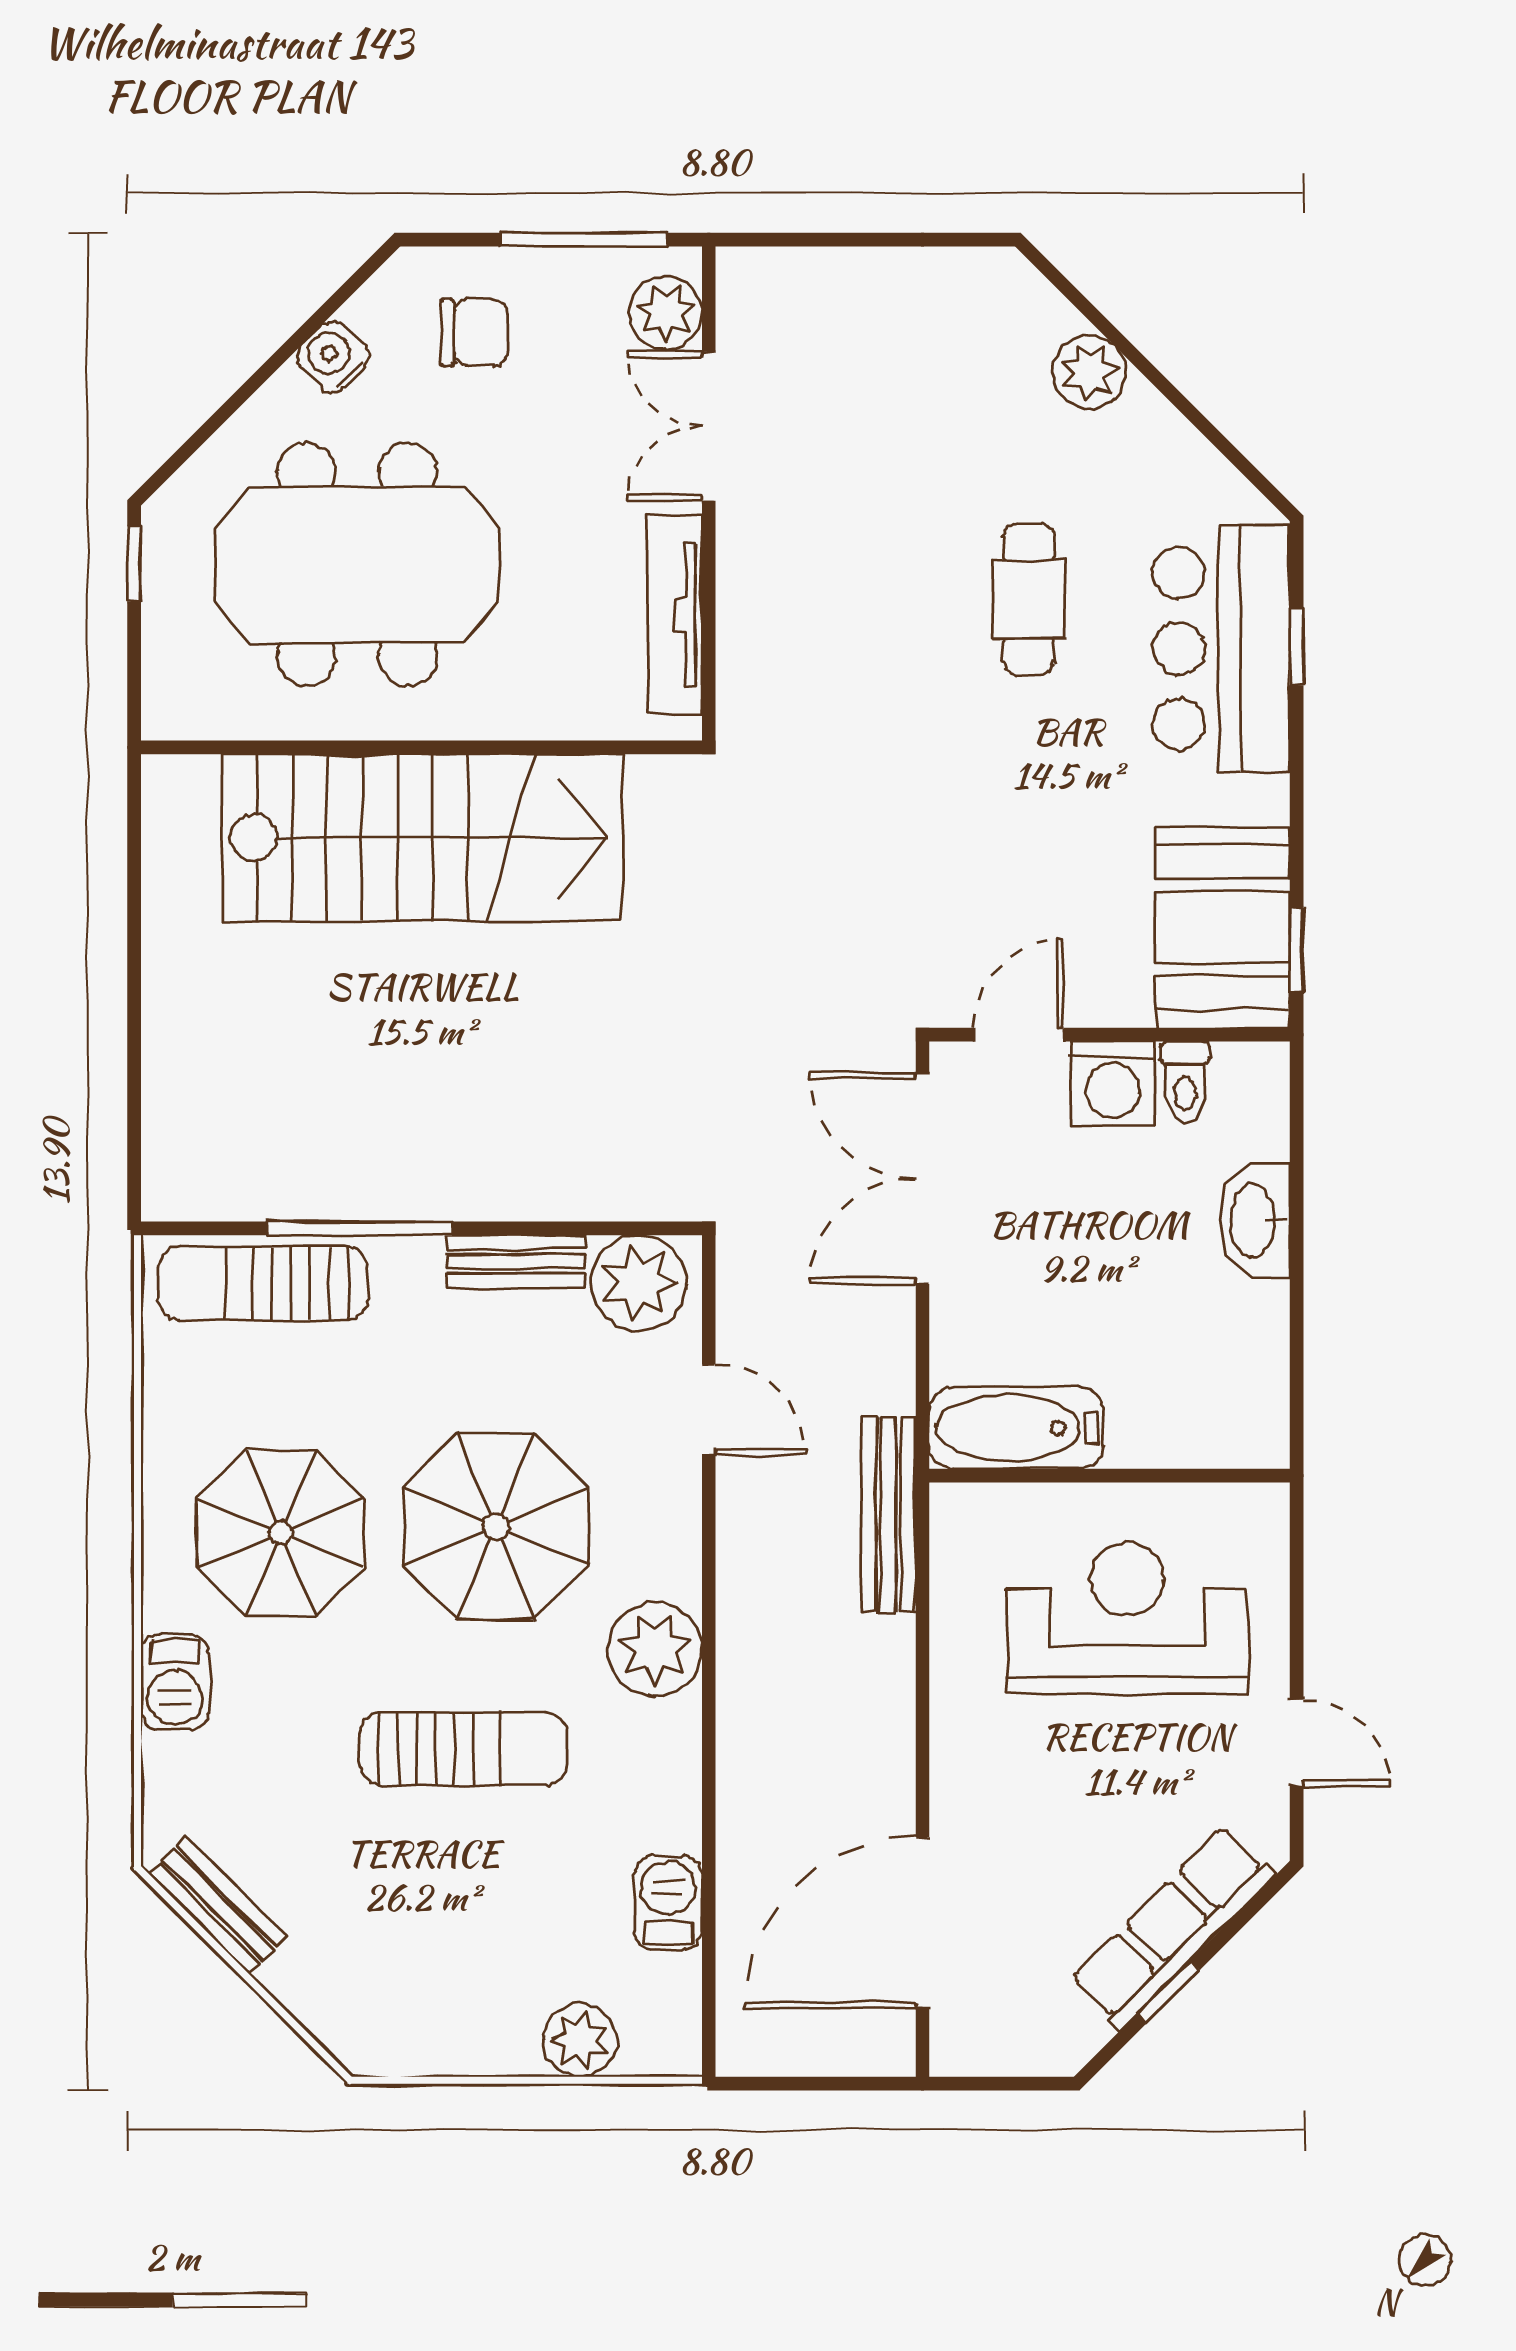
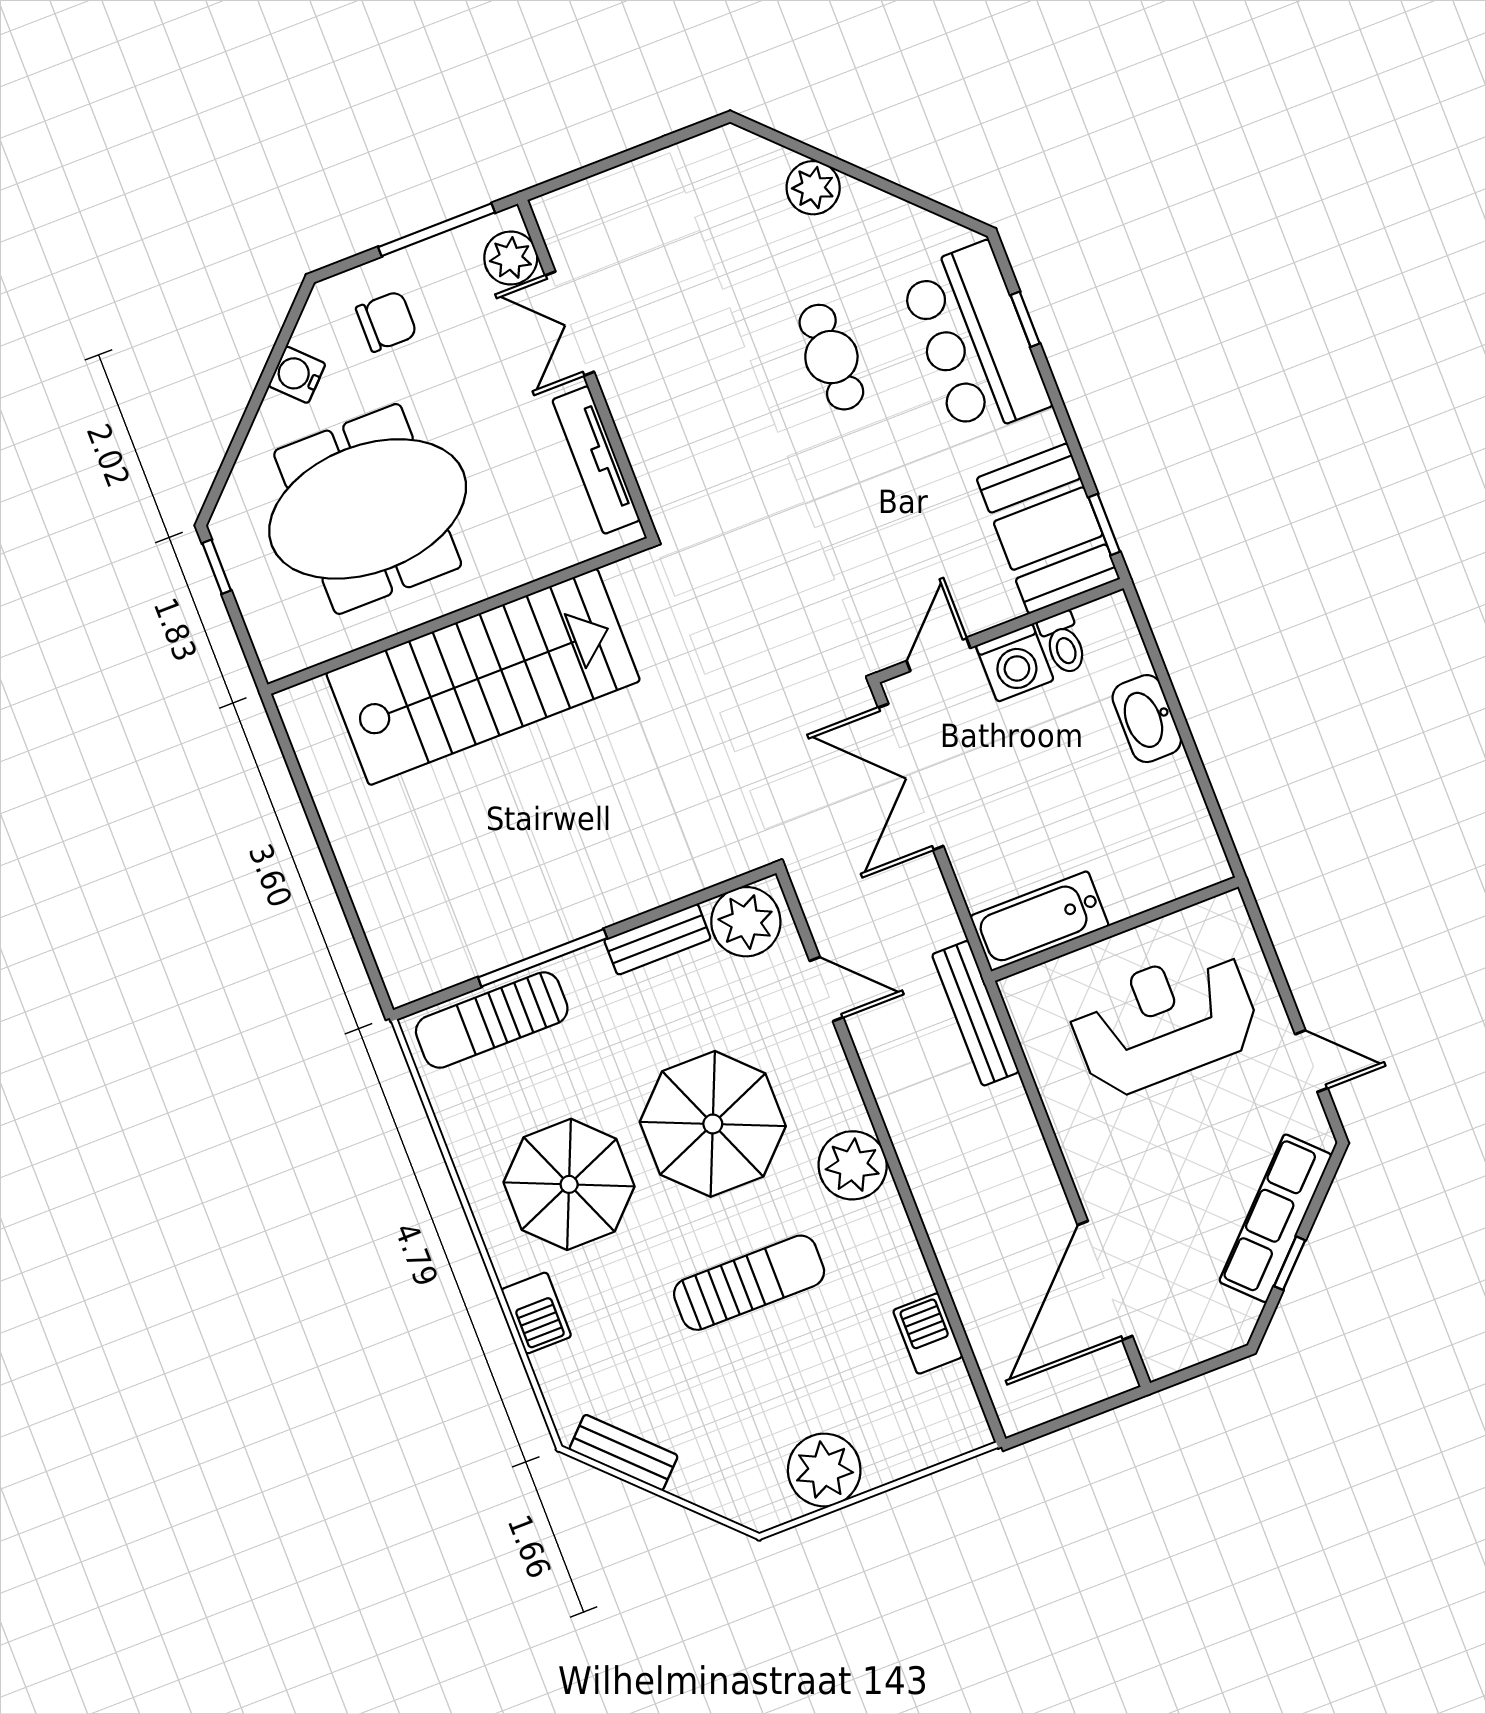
plant: (580, 2040) -> (824, 1470), moved, width x1.36, depth x1.36

